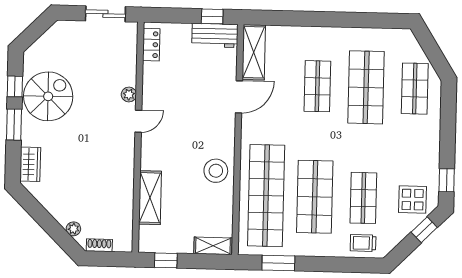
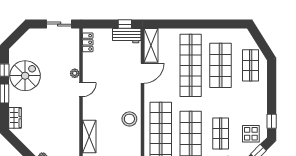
shop shelf: (317, 86) -> (191, 65), width x2.00, depth x1.36

